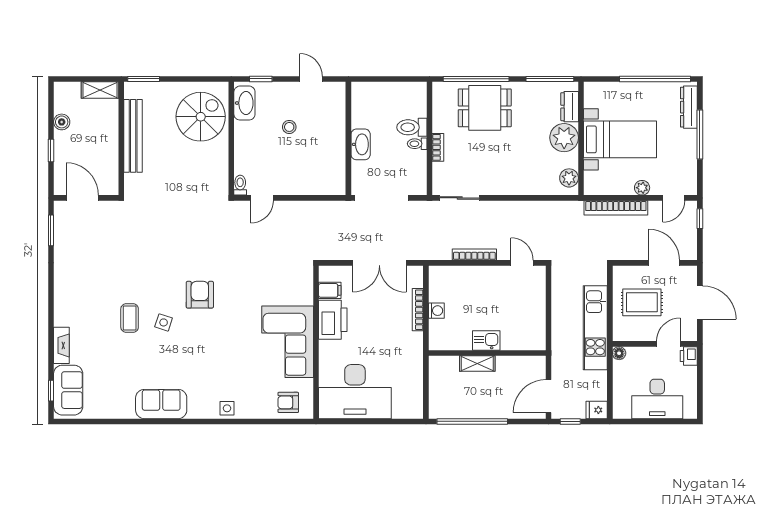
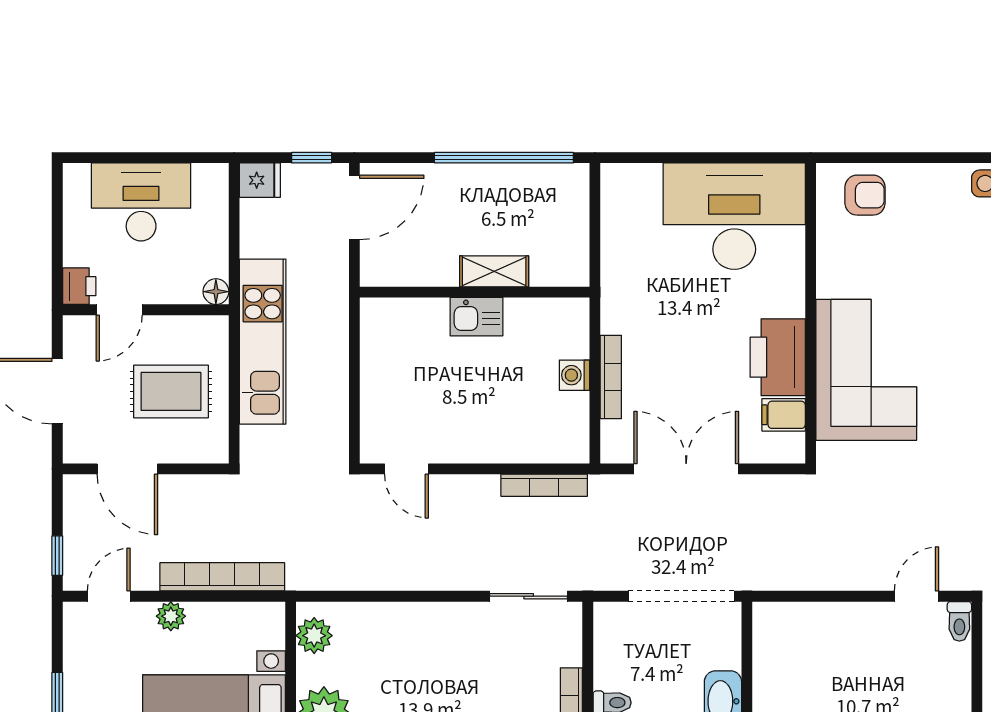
bookcase: (474, 254) -> (544, 485), moved
corner sofa: (288, 342) -> (866, 370), moved

